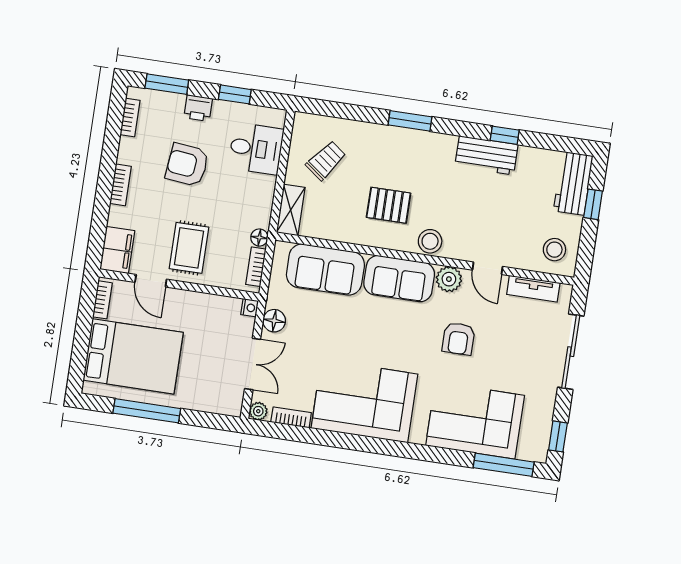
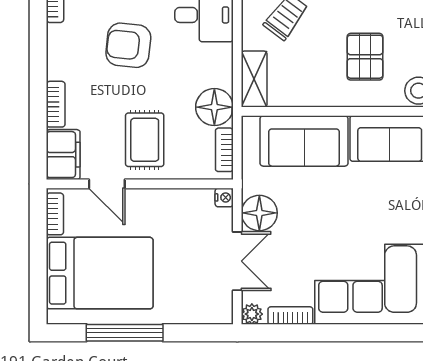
bookcase: (120, 185) -> (56, 104), moved
pallet: (389, 205) -> (365, 57), turned 90
floor lamp: (259, 238) -> (214, 107), width x1.89, depth x1.89
floor lamp: (274, 321) -> (259, 213), width x1.38, depth x1.38

